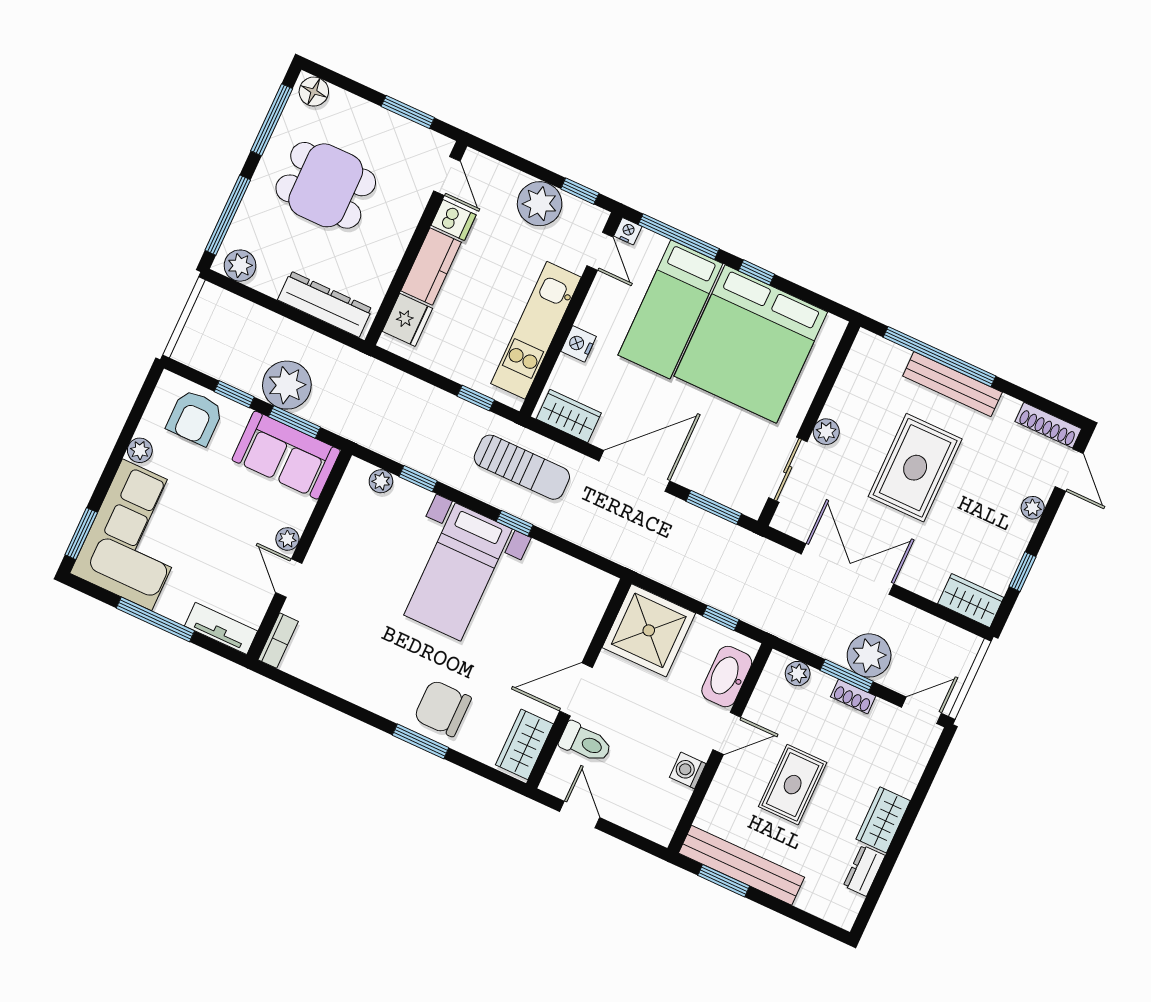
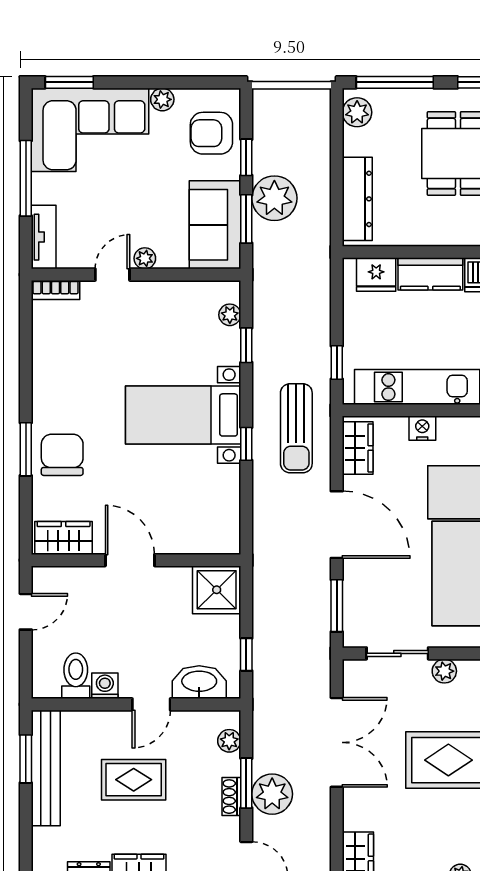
shower: (649, 630) -> (217, 590), width x0.73, depth x0.73
door: (727, 733) -> (151, 704), hinge flipped
toilet: (586, 743) -> (76, 676), moved, turned 180

